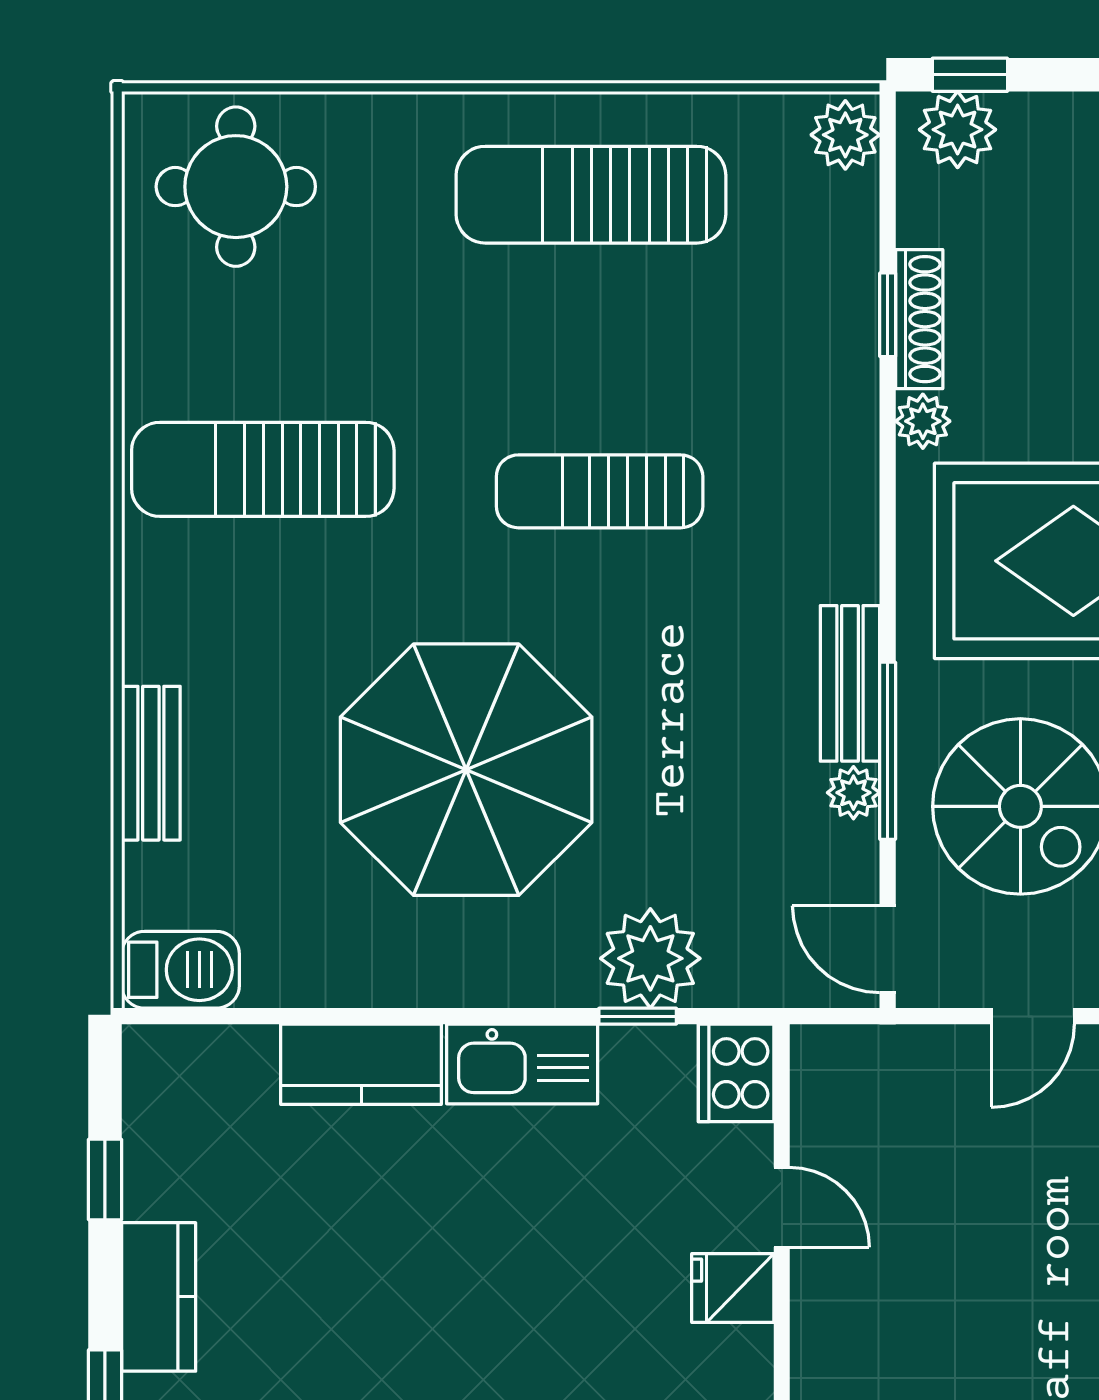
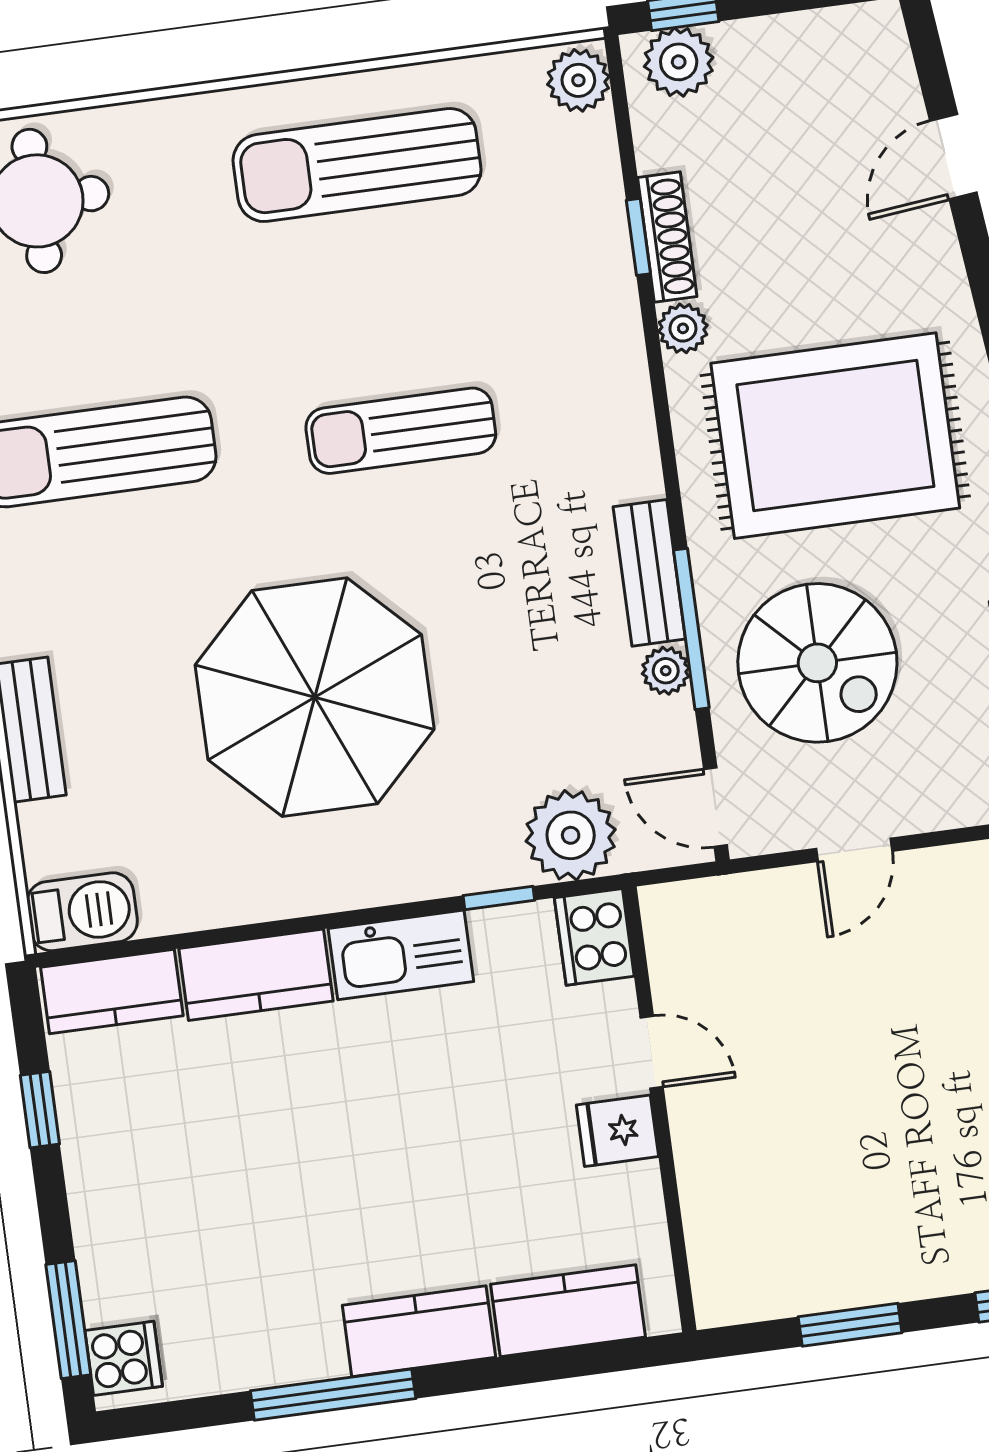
plant: (650, 958) -> (571, 835), moved
kitchen counter: (159, 1297) -> (112, 991), moved, turned 90

